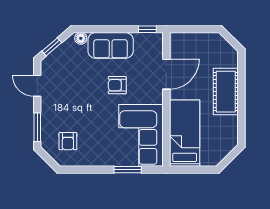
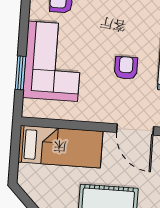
corner sofa: (141, 135) -> (53, 61), moved, turned 90

